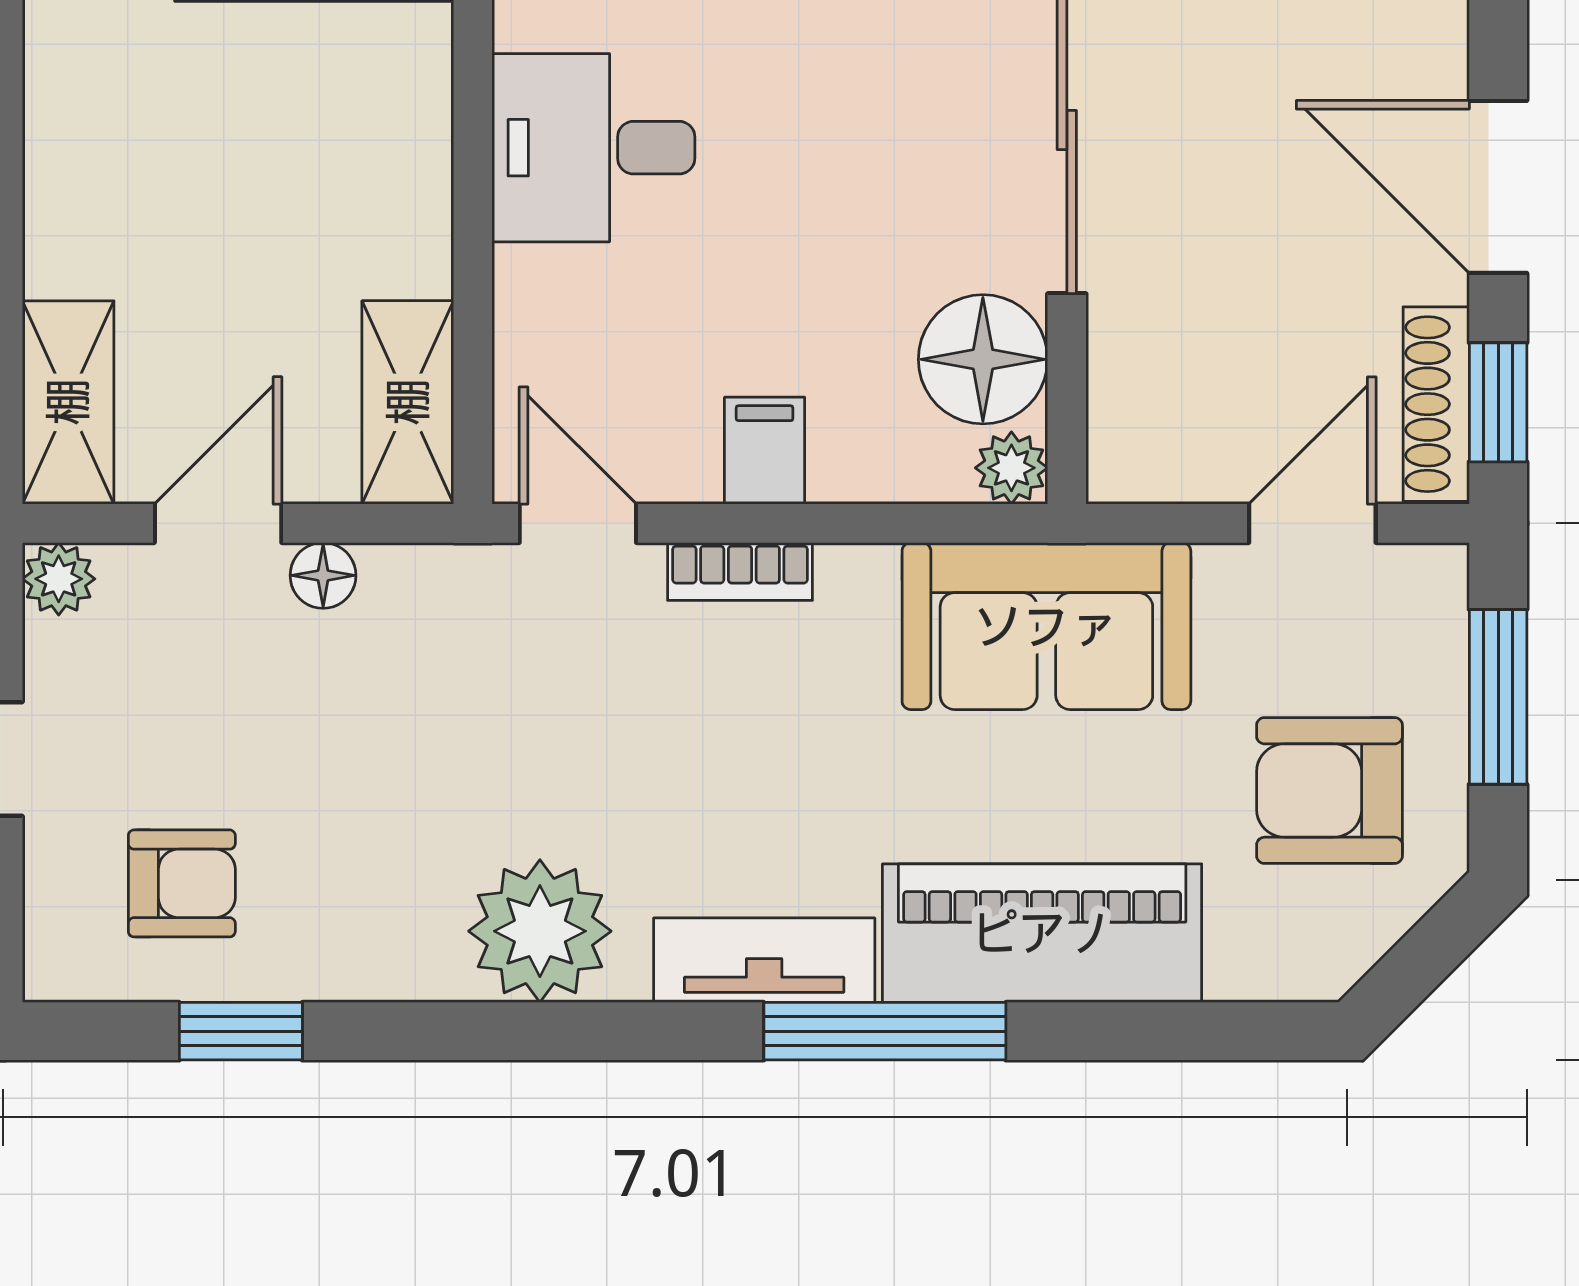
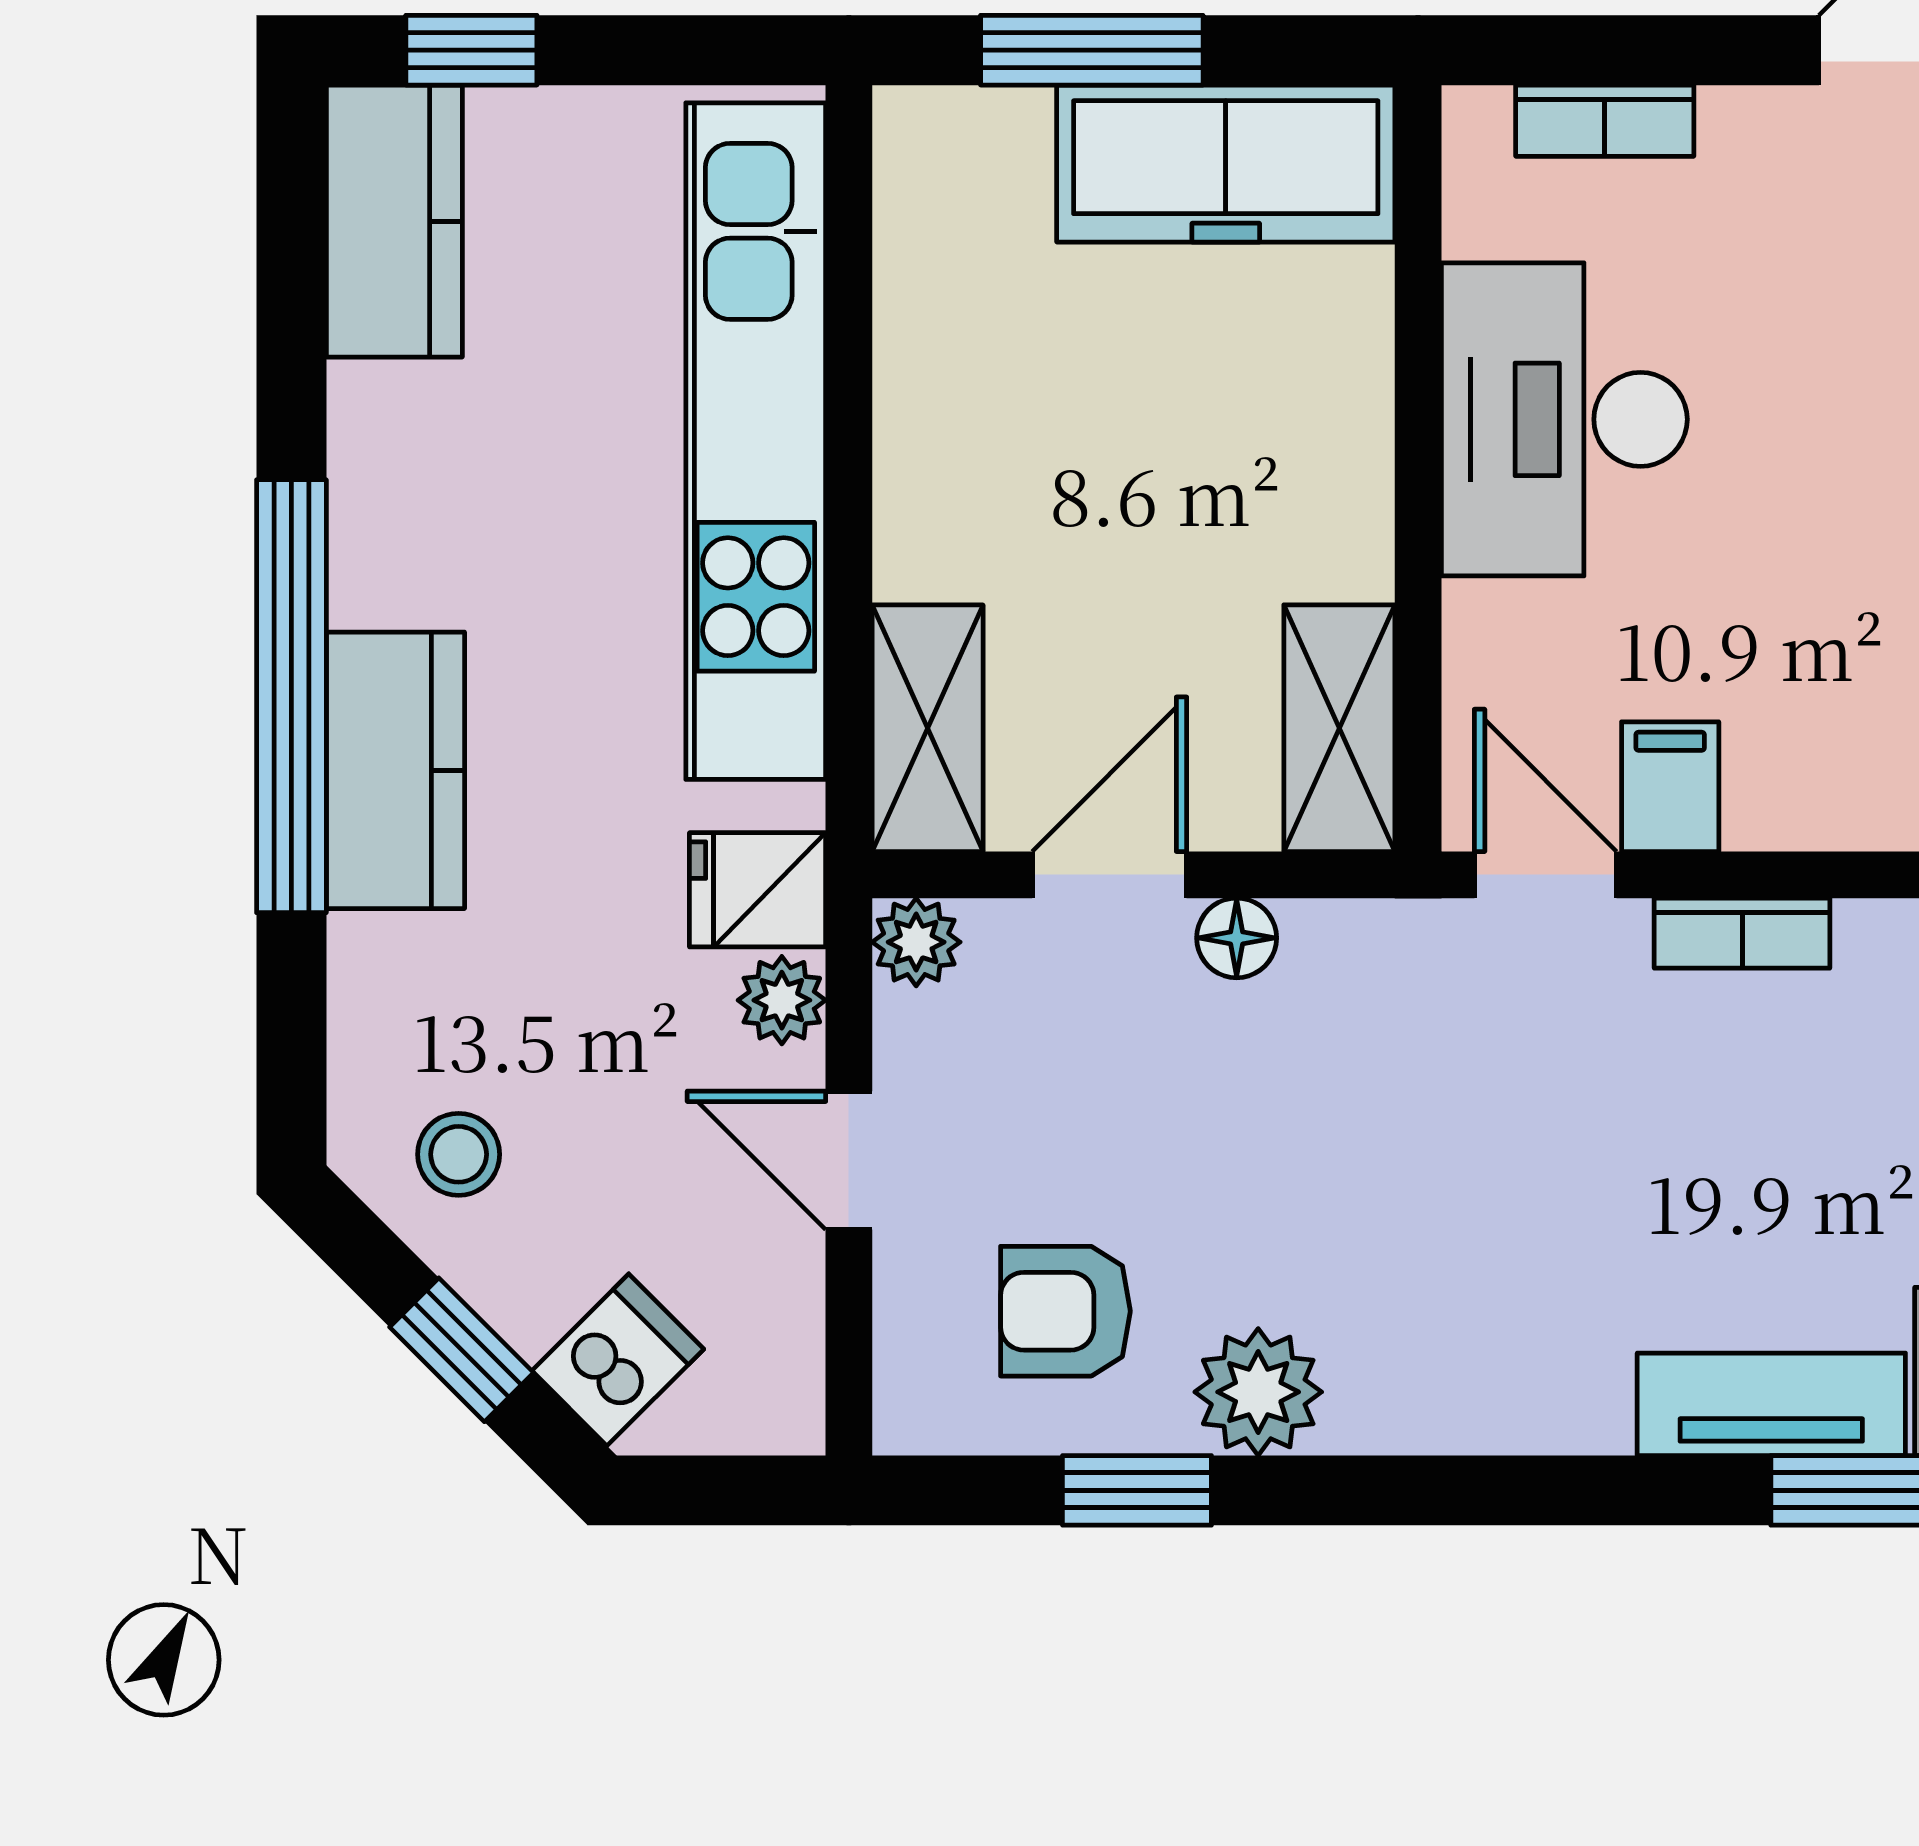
desk: (593, 148) -> (1564, 419), width x1.37
filing cabinet: (765, 451) -> (1670, 787), moved
armchair: (182, 883) -> (1065, 1311), turned 180
plant: (540, 931) -> (1258, 1392), moved, width x0.73, depth x0.73

